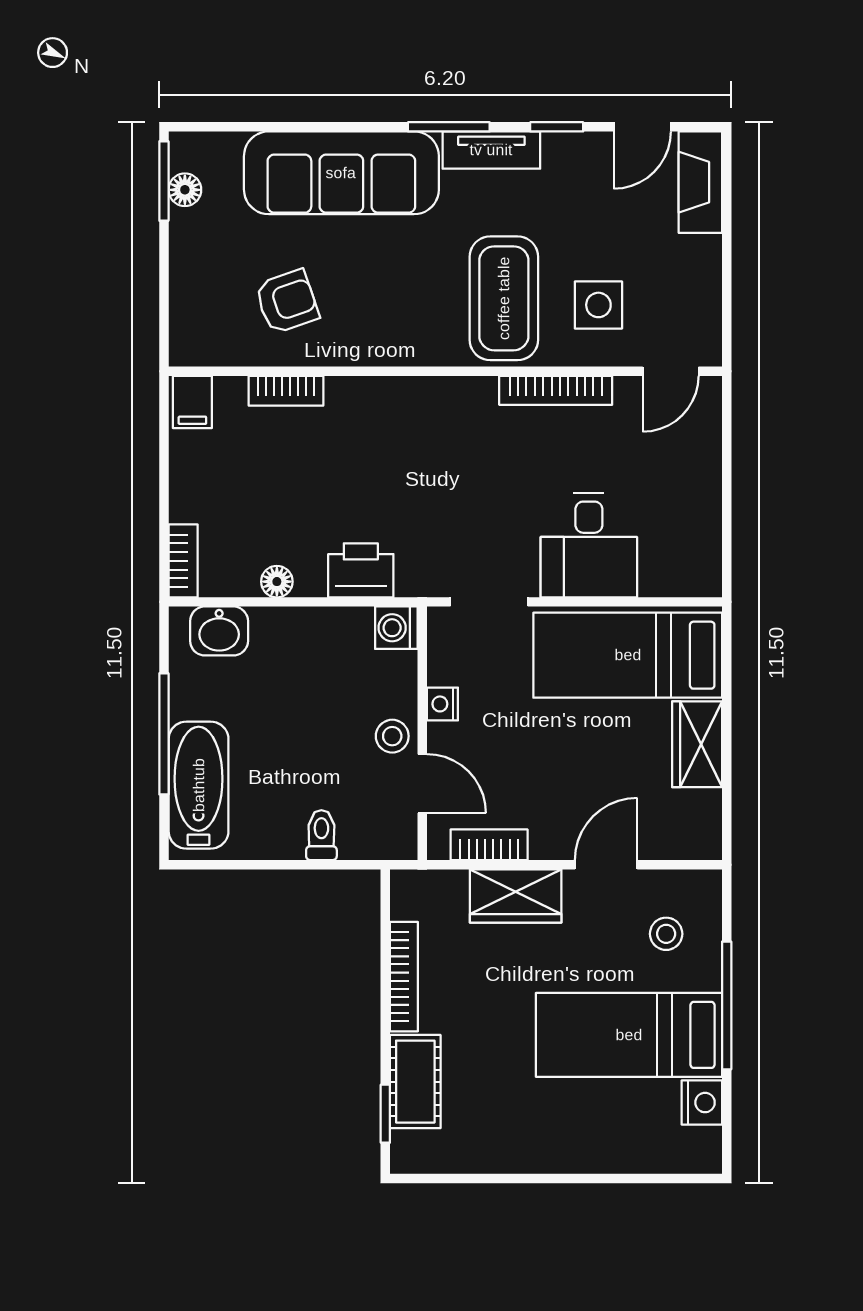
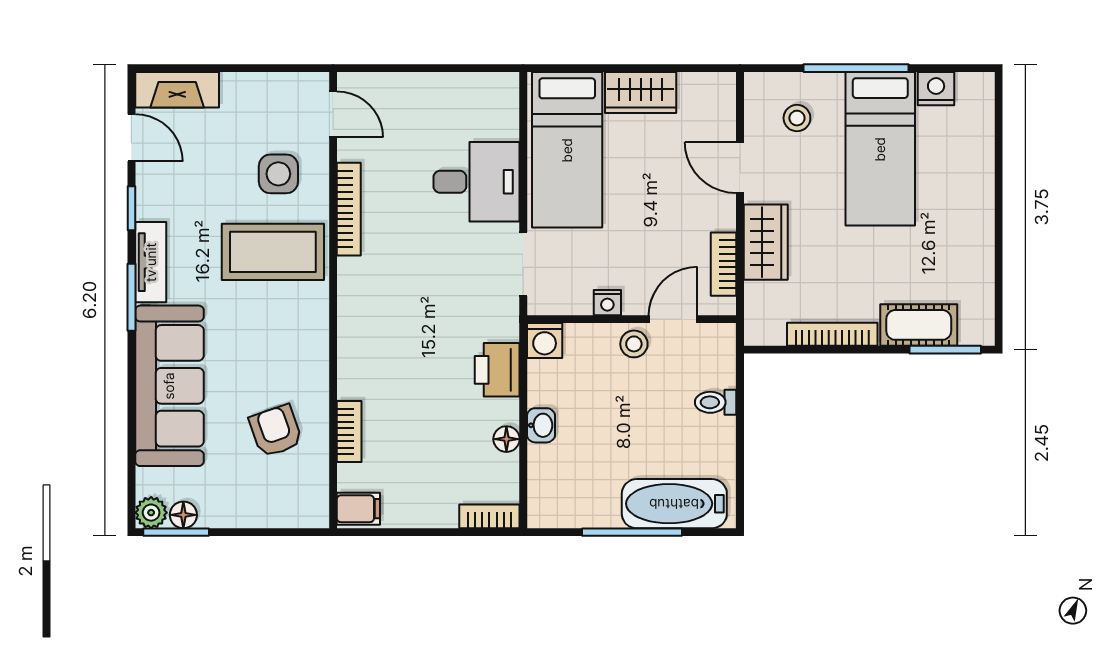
plant: (188, 151) -> (151, 513), added
washbasin: (219, 631) -> (541, 425), moved, width x0.72, depth x0.69
window: (385, 1114) -> (945, 350), width x1.50

